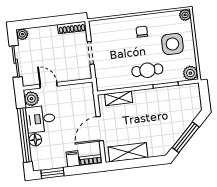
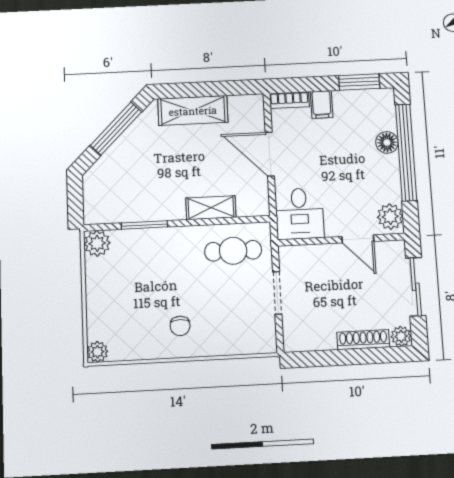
shoe rack: (72, 28) -> (363, 340), moved
side table: (172, 44) -> (126, 299), removed
cafe table: (147, 70) -> (233, 251), moved
shelving: (119, 98) -> (211, 208), moved
desk: (41, 119) -> (299, 214), moved, turned 90
door: (100, 129) -> (270, 154), swing flipped
shelving: (128, 152) -> (193, 111), moved

